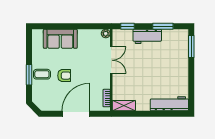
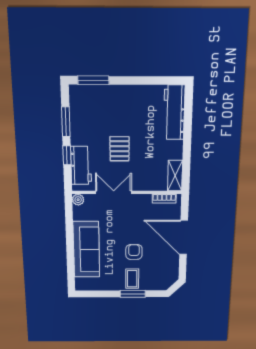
window: (128, 26) -> (67, 155), moved
workbench: (147, 36) -> (81, 166), moved
sofa: (60, 39) -> (86, 249), width x1.36
pallet: (144, 65) -> (119, 149), added

